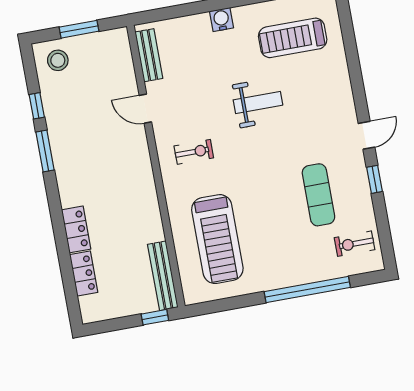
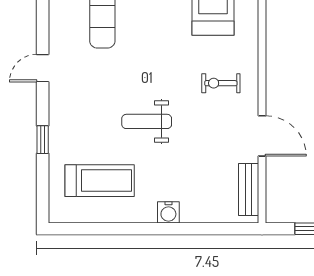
door: (145, 109) -> (262, 136), width x1.37
window: (374, 179) -> (43, 140), moved

